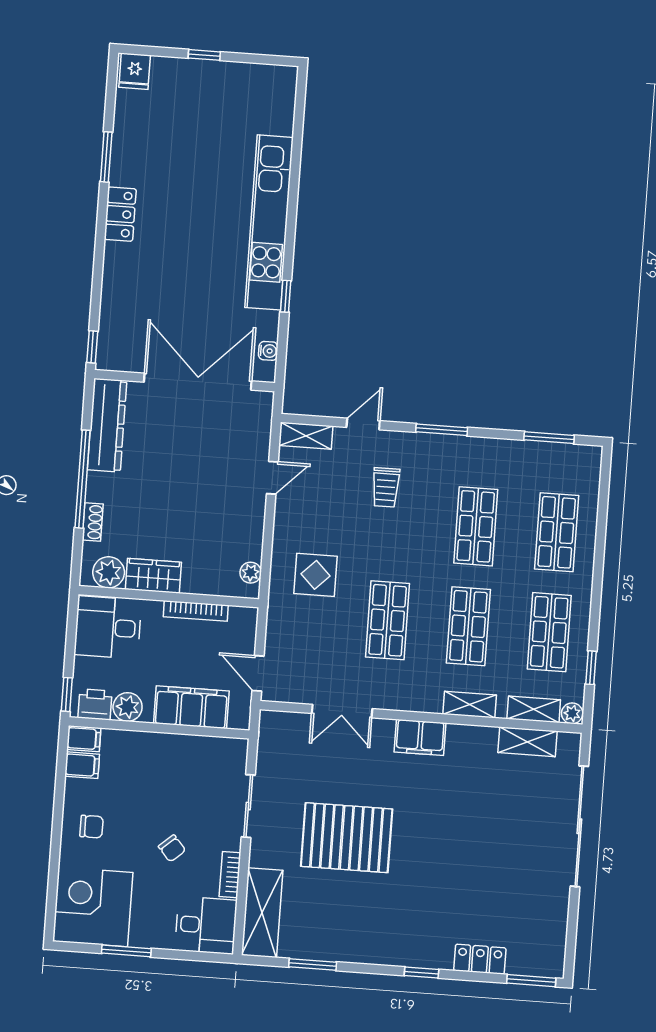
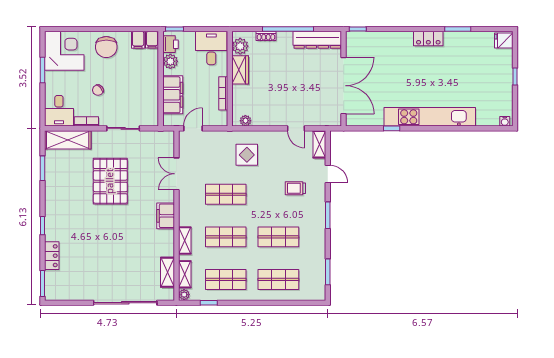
water cooler: (268, 351) -> (505, 121), moved
chair: (91, 827) -> (106, 47), width x1.87, depth x1.87

